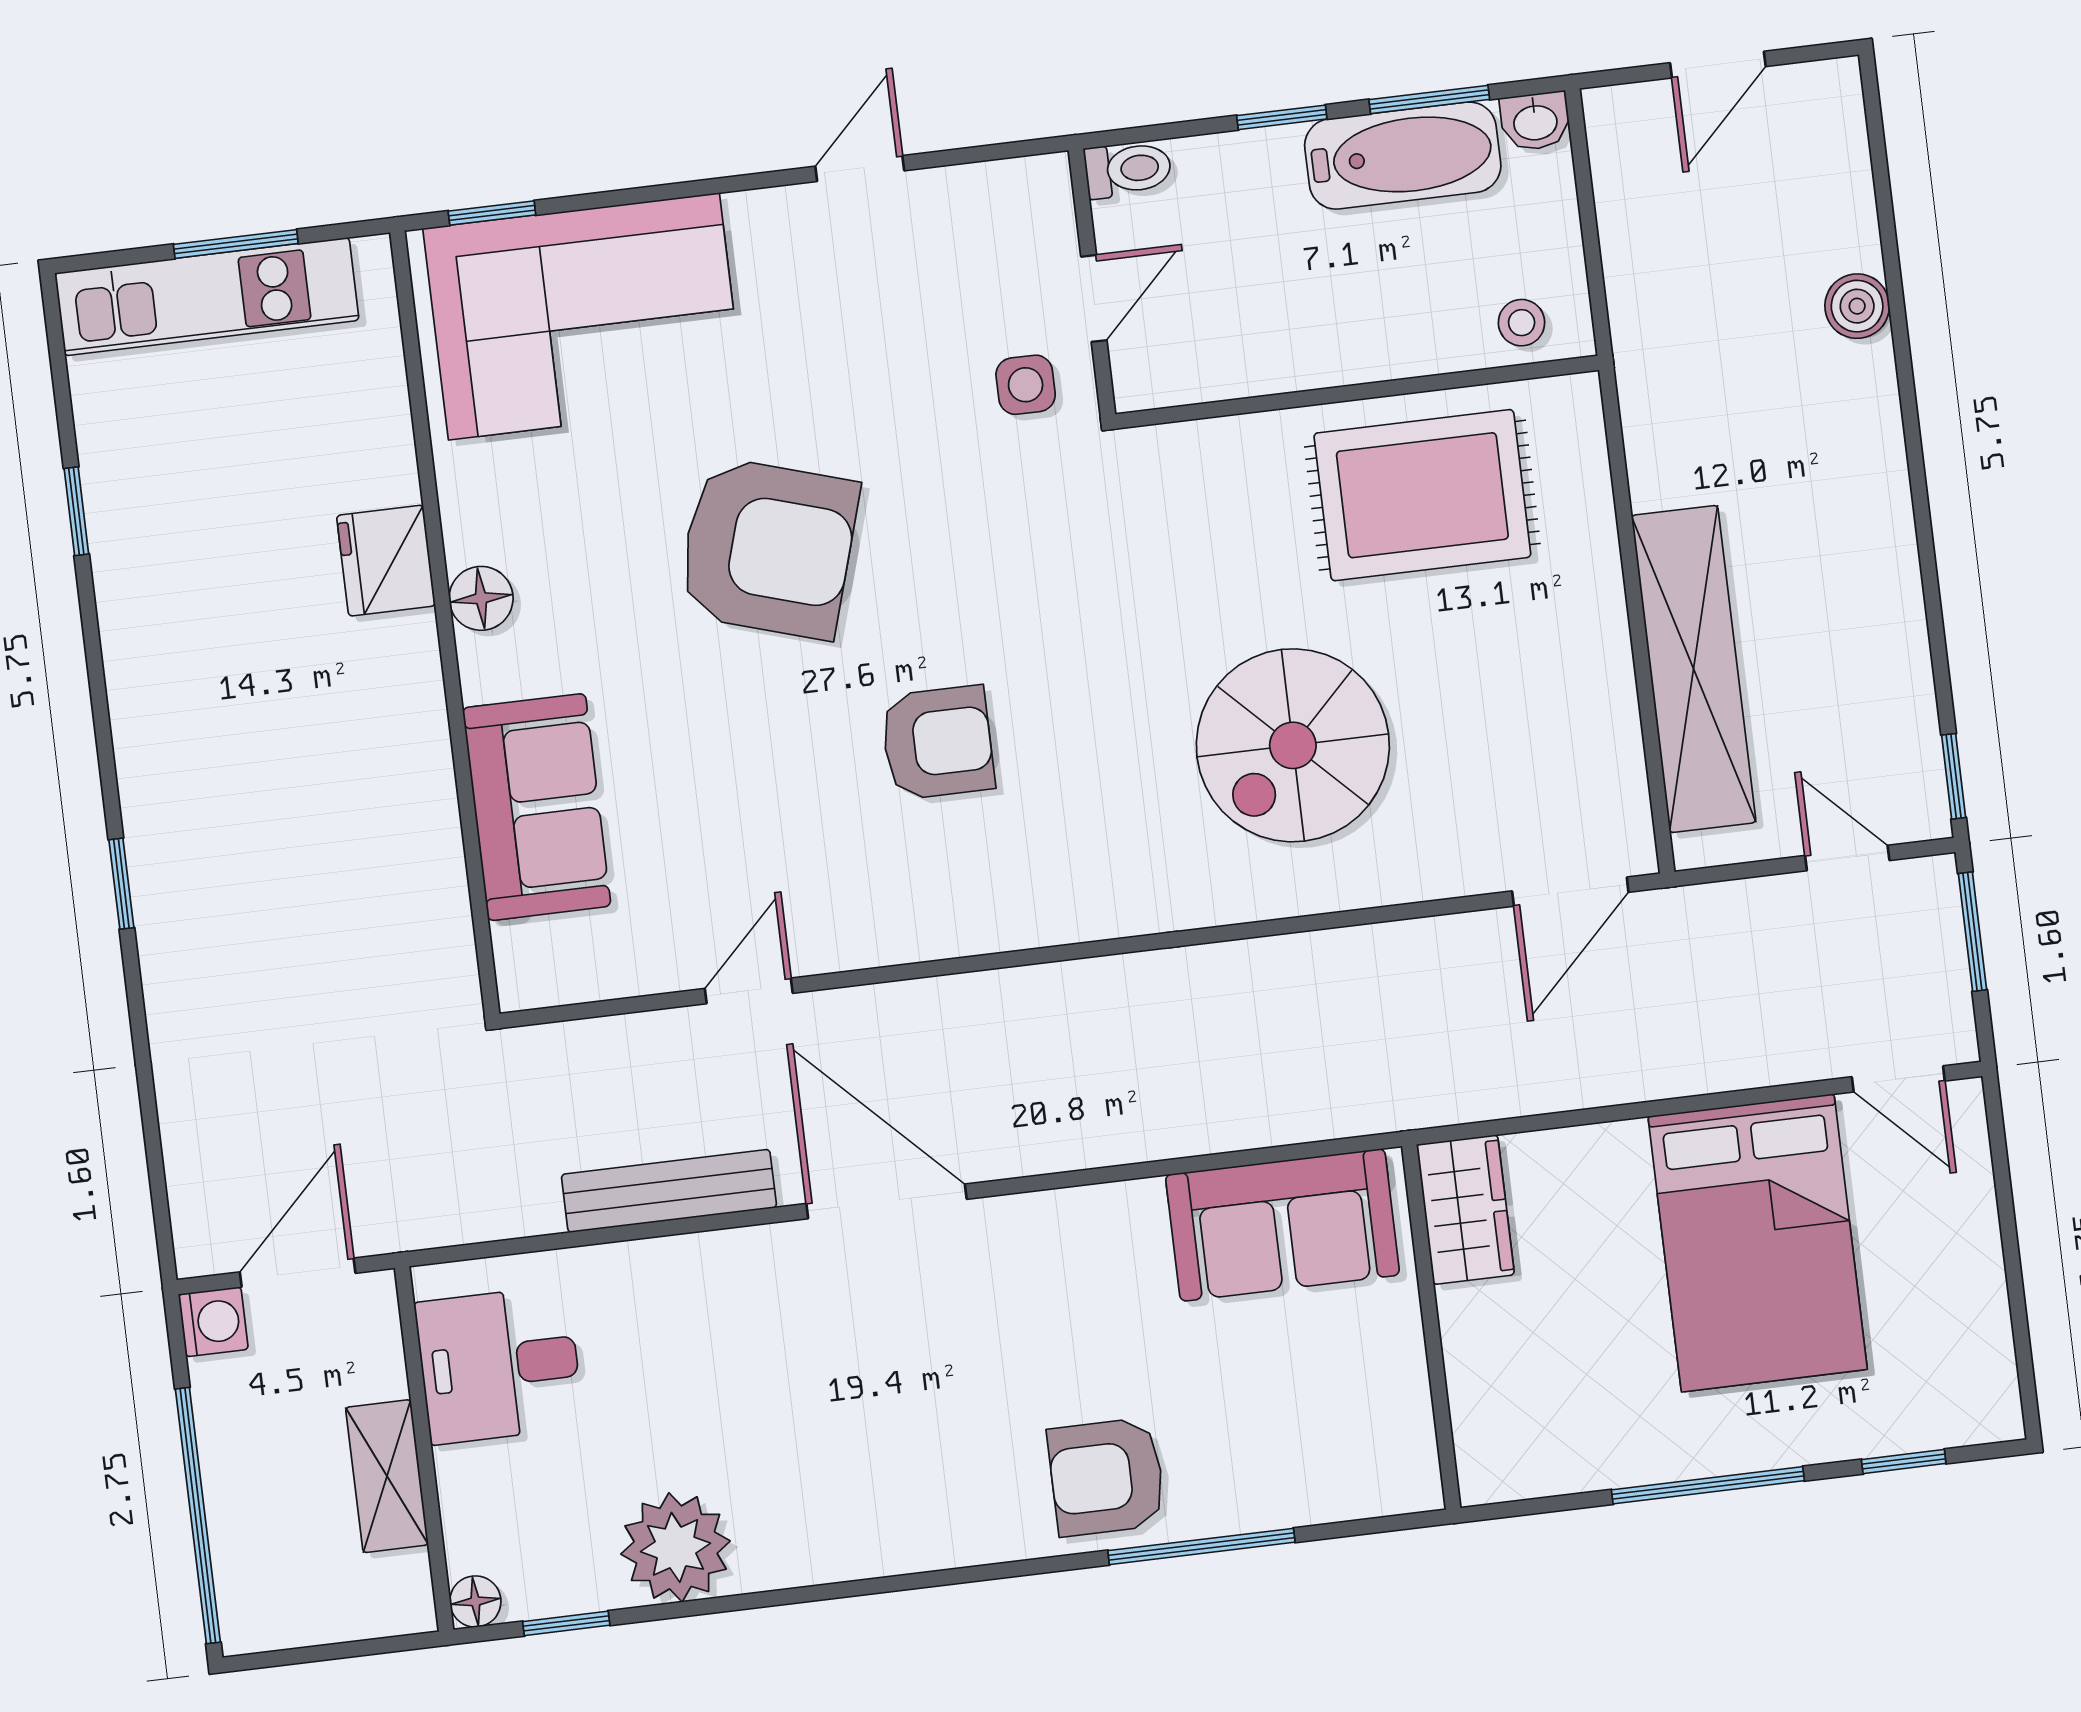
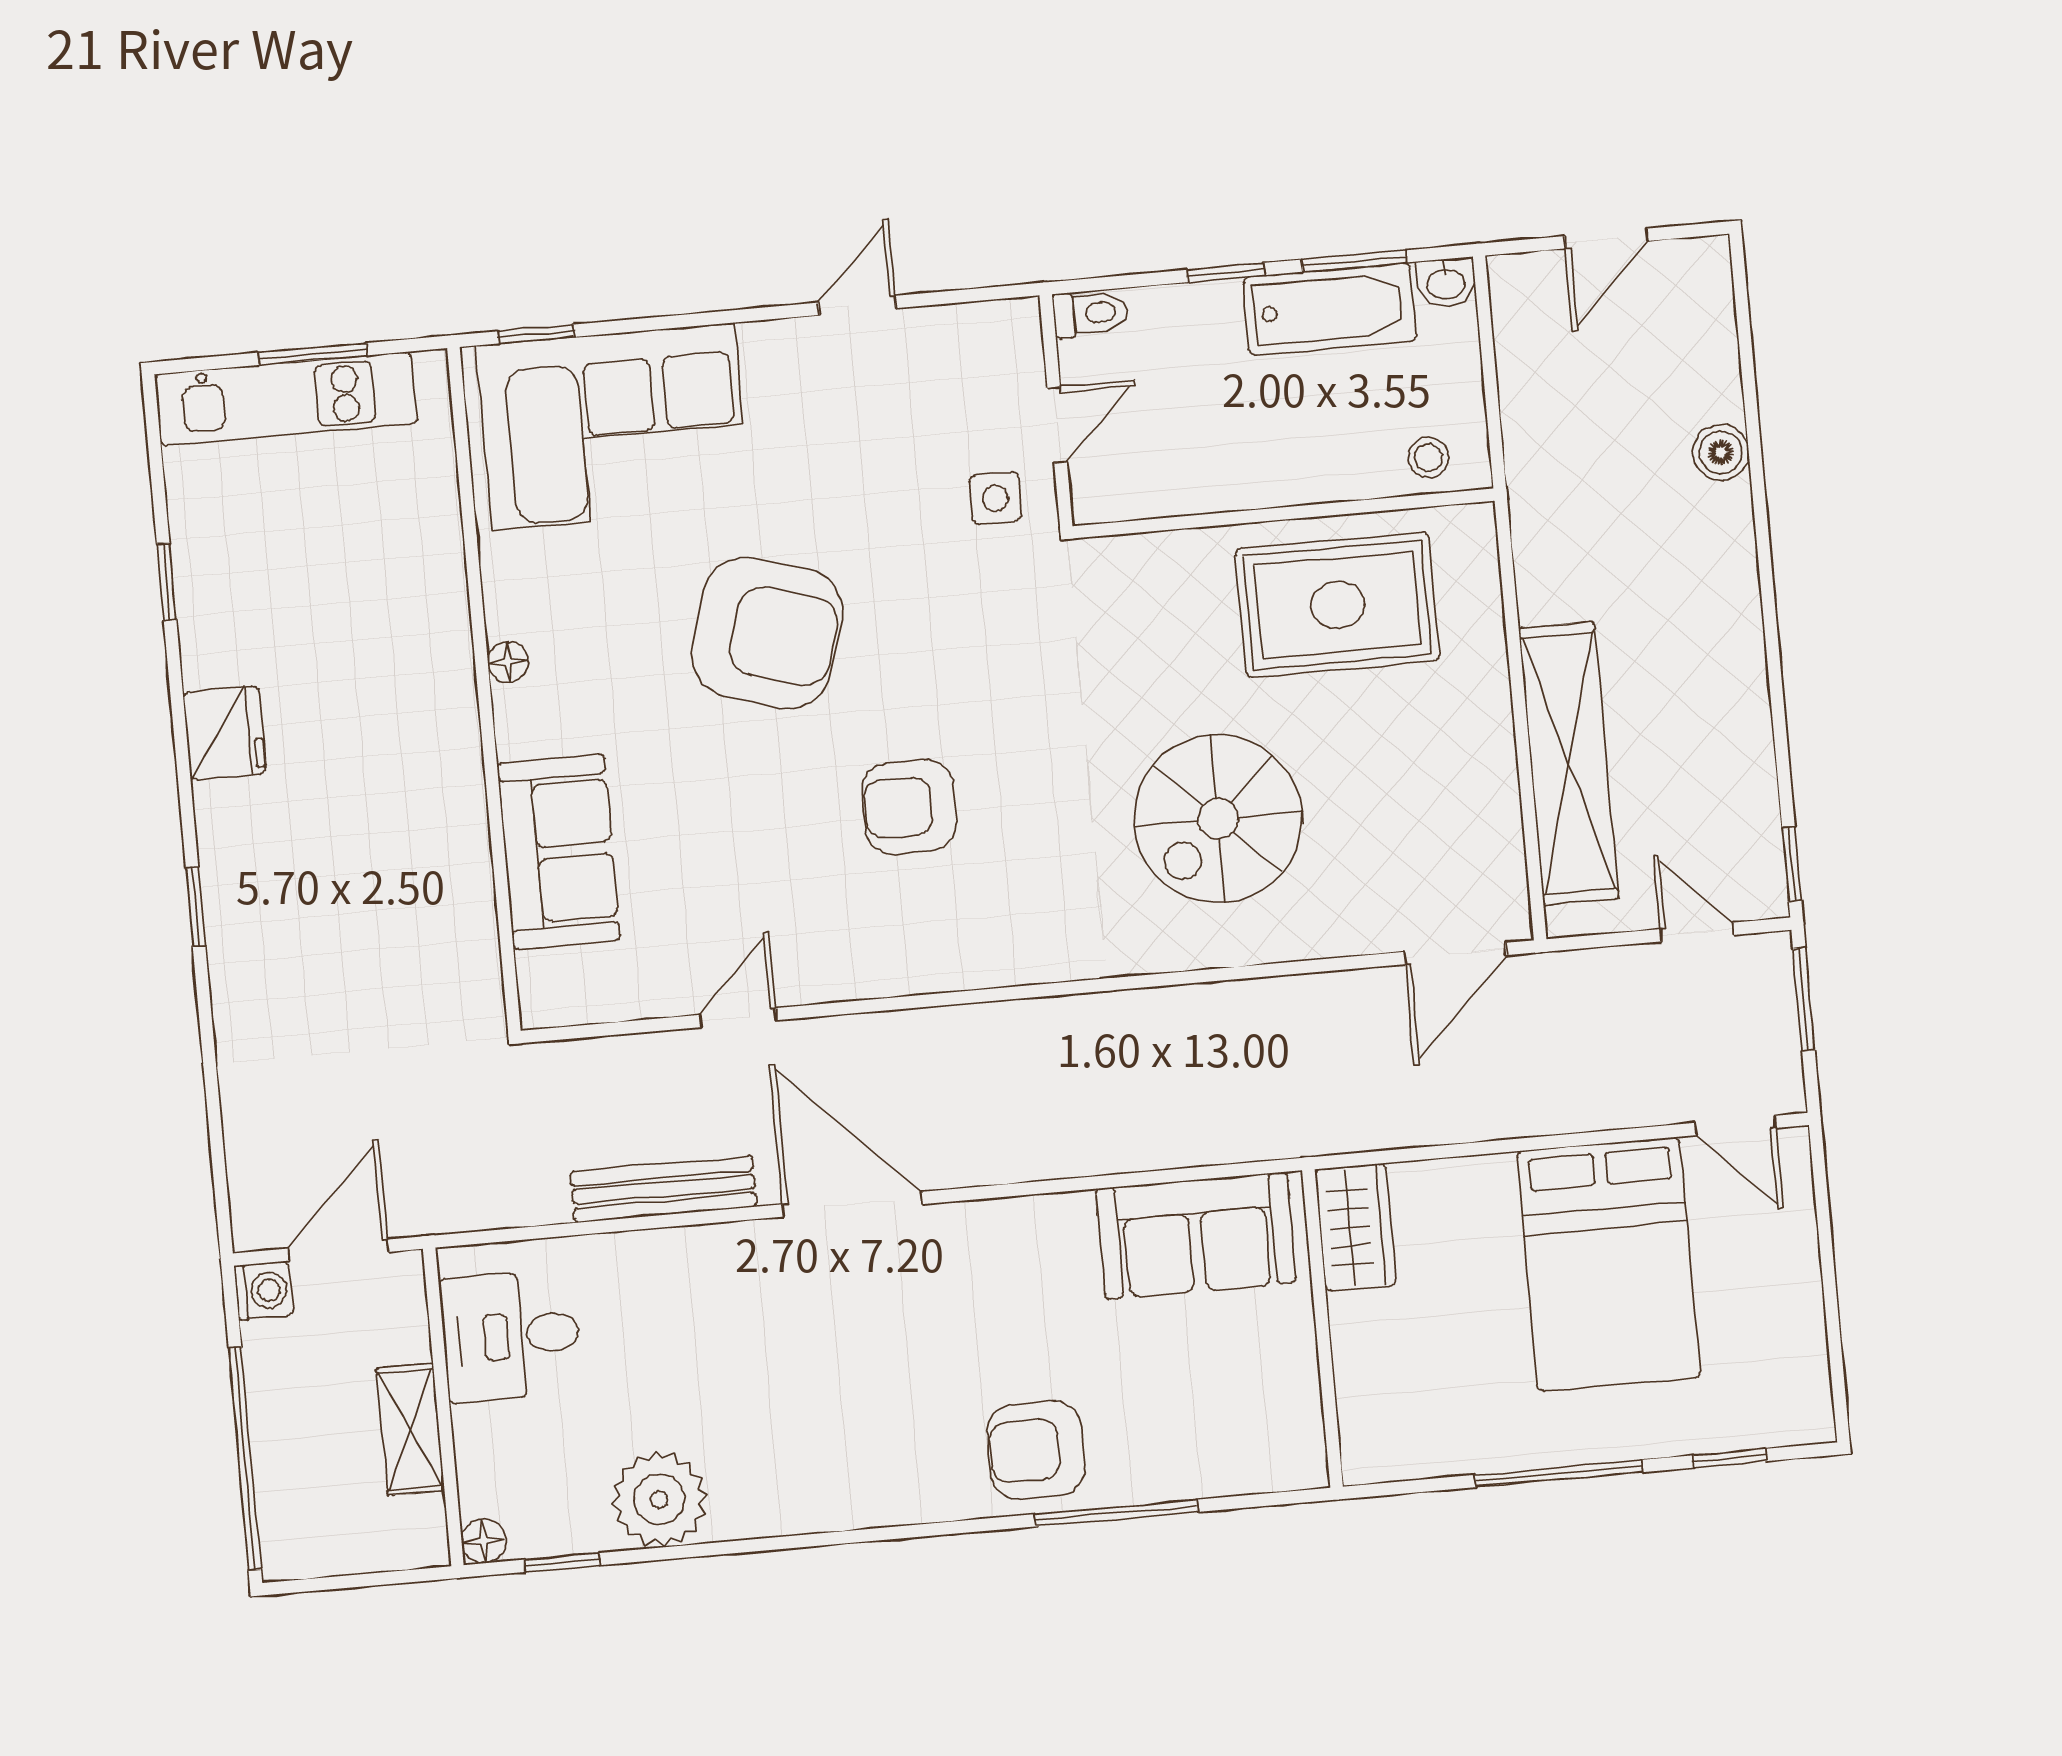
fridge: (386, 561) -> (224, 733), moved, turned 180
floor lamp: (481, 598) -> (508, 662), width x0.73, depth x0.73
armchair: (938, 743) -> (909, 807), turned 180

